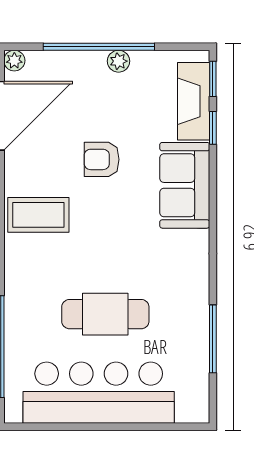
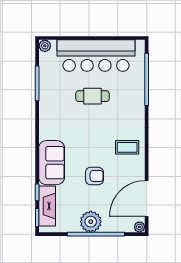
plant: (119, 61) -> (91, 222), width x1.88, depth x1.88
coffee table: (38, 215) -> (127, 147), width x0.73, depth x0.77
cafe table: (105, 314) -> (93, 96), width x0.73, depth x0.74
plant: (198, 412) -> (45, 46), added

